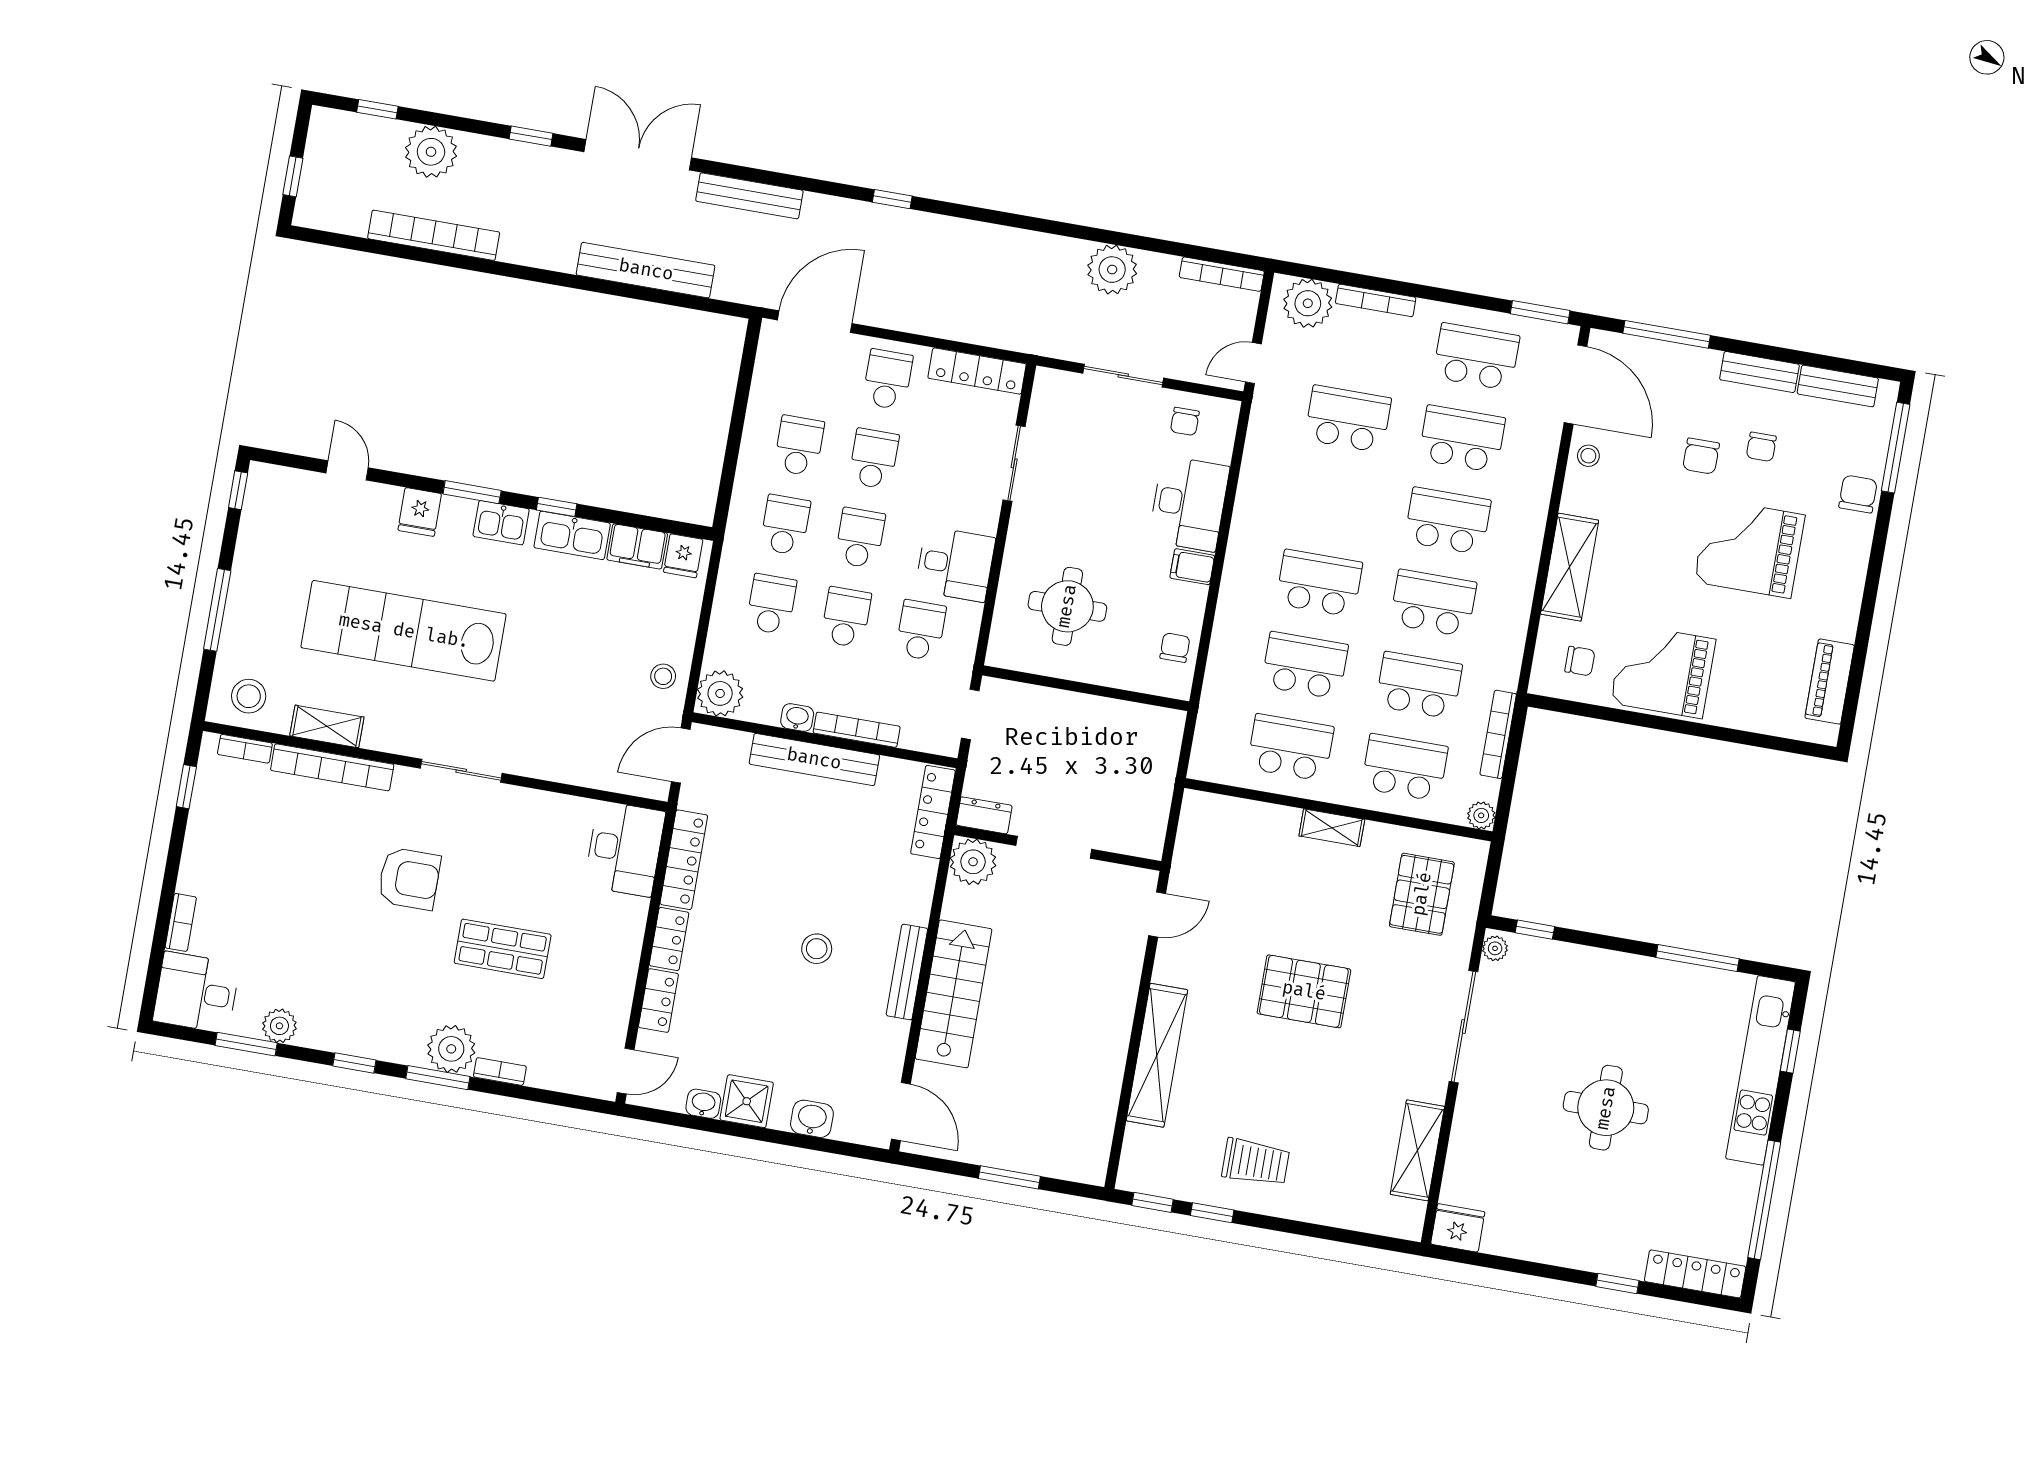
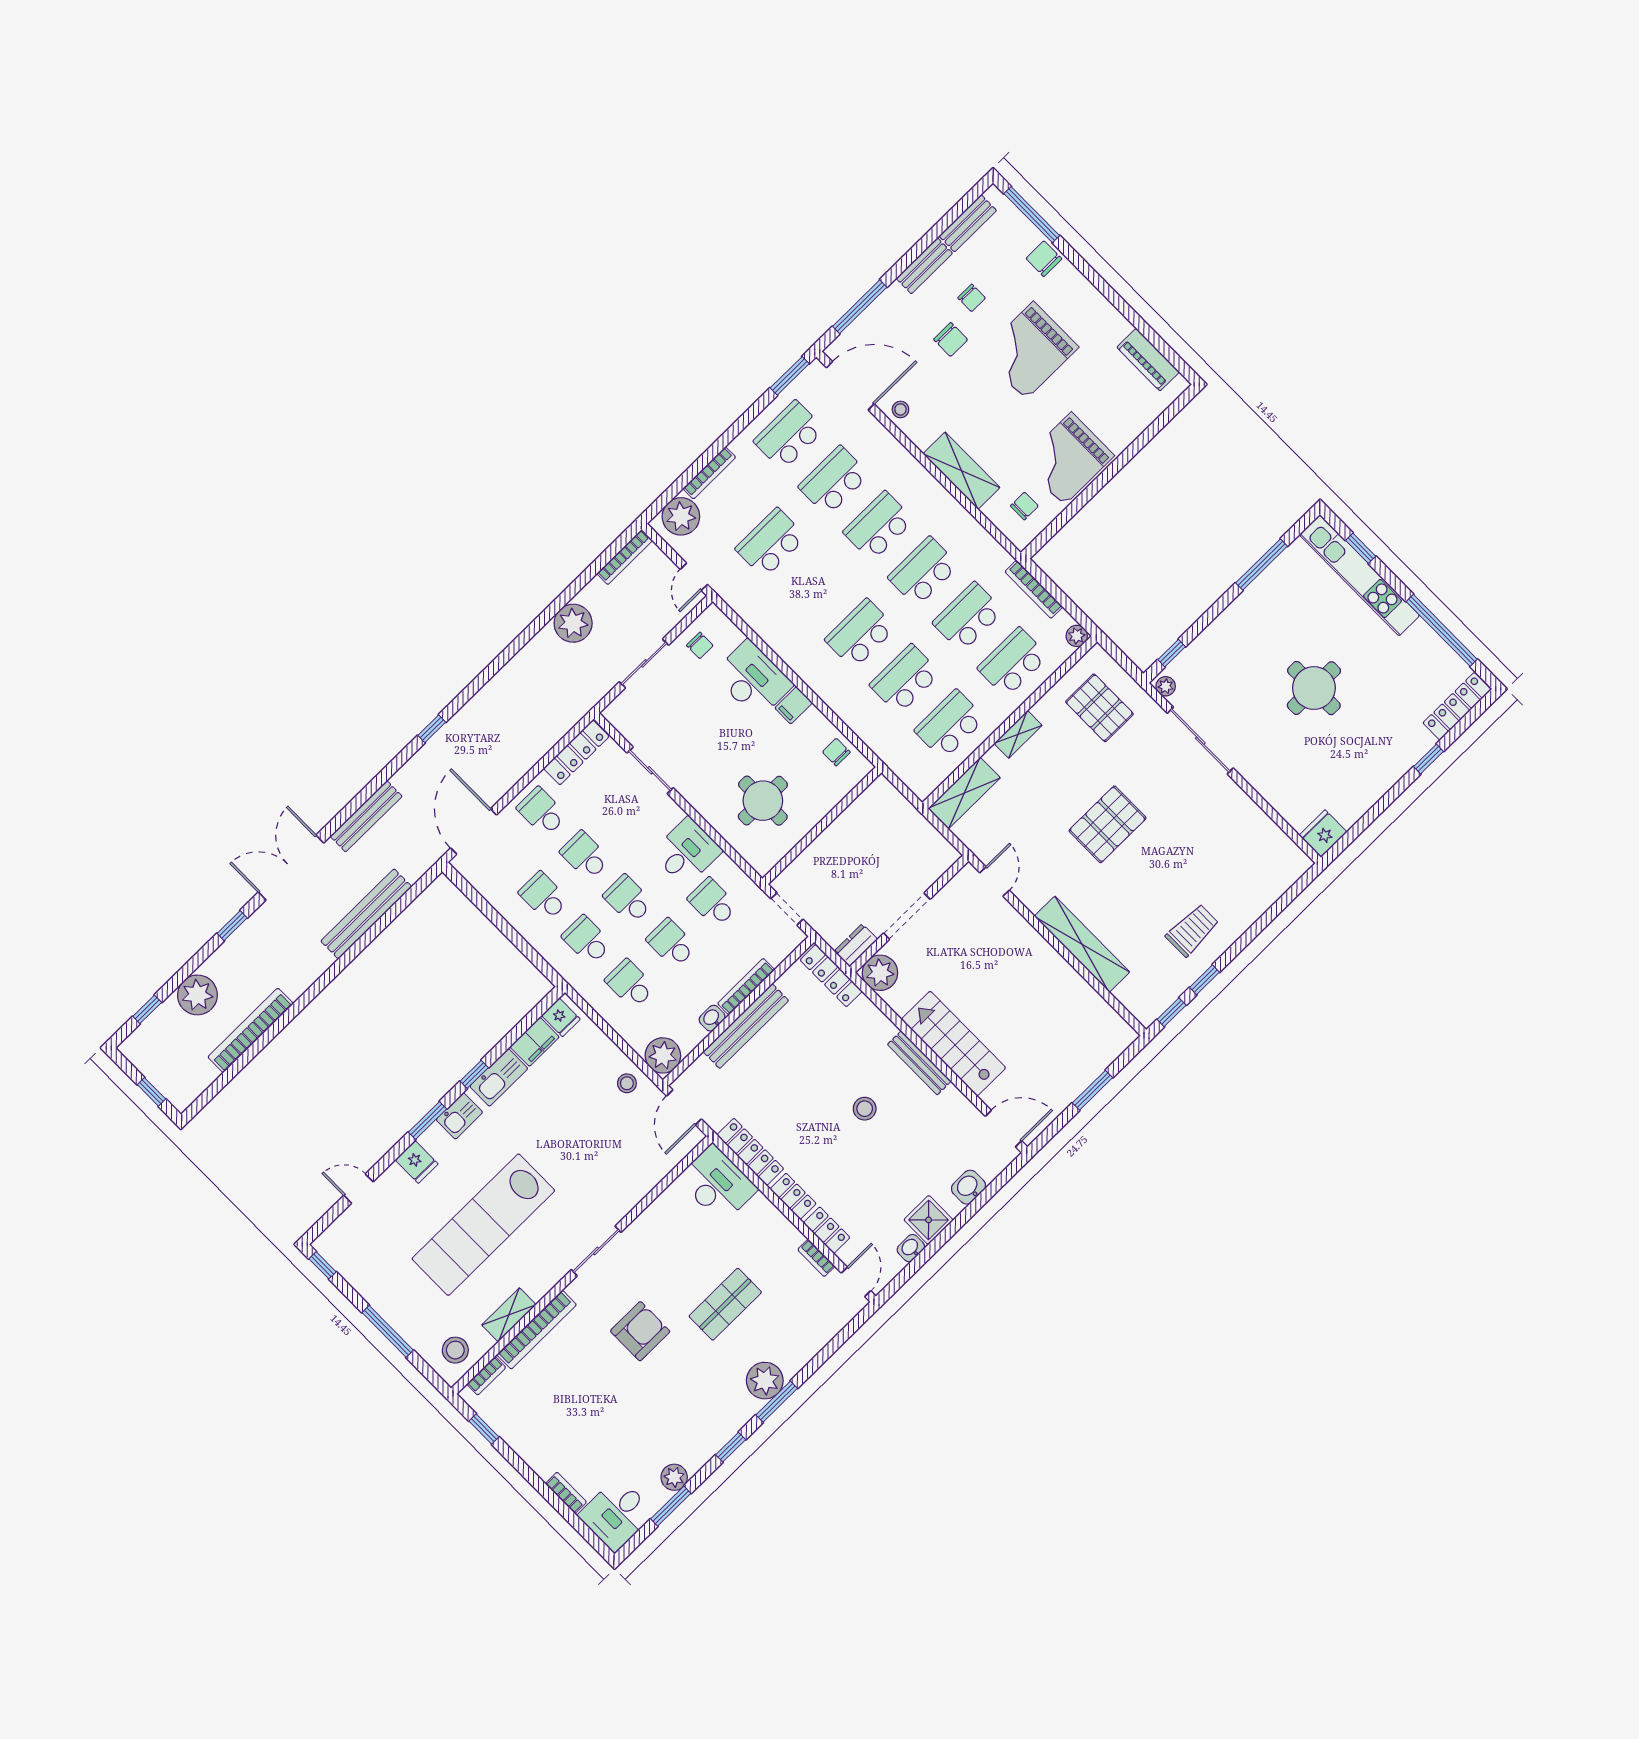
bookcase: (500, 1071) -> (816, 1258), moved, turned -90
shelving: (1417, 1150) -> (964, 793), moved, turned 90

